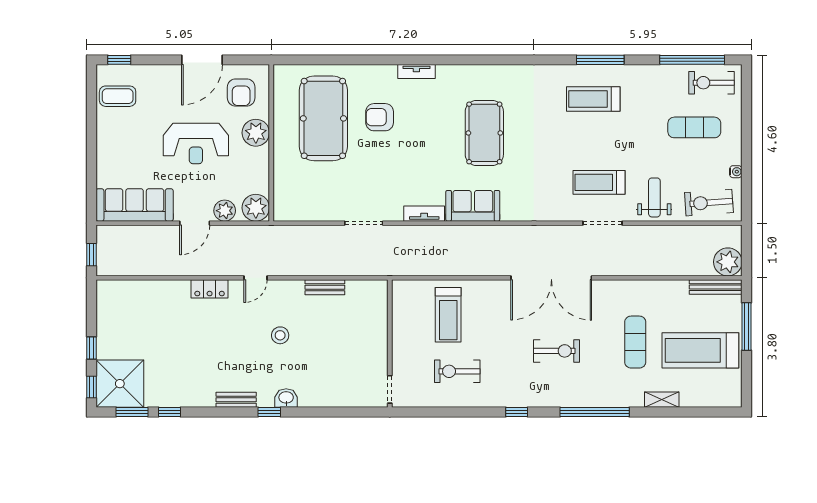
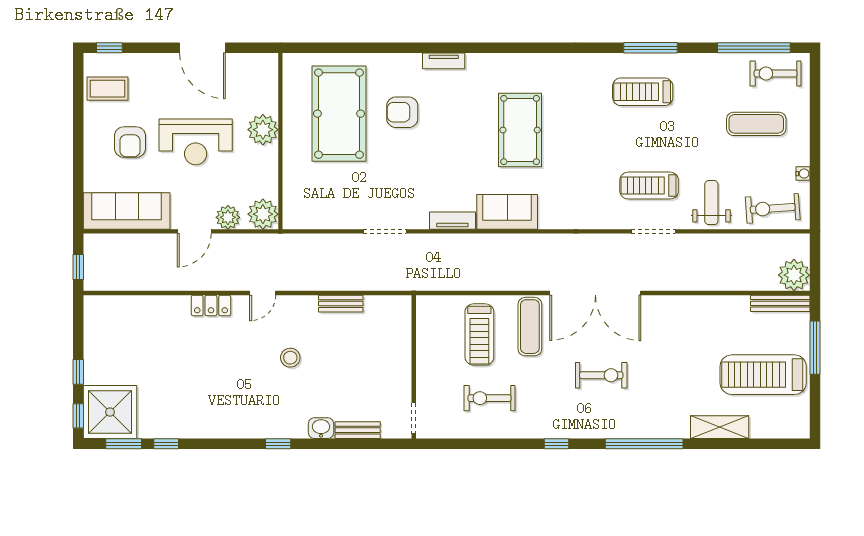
door: (202, 60) -> (202, 48), hinge flipped
armchair: (241, 92) -> (130, 142), moved
exercise mat: (635, 342) -> (530, 327), moved
washbasin: (286, 398) -> (321, 428), moved
bench: (236, 400) -> (358, 430), moved
shelving: (662, 400) -> (720, 427), width x1.50, depth x1.33

